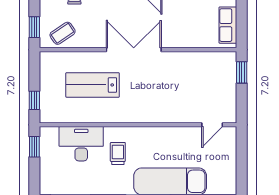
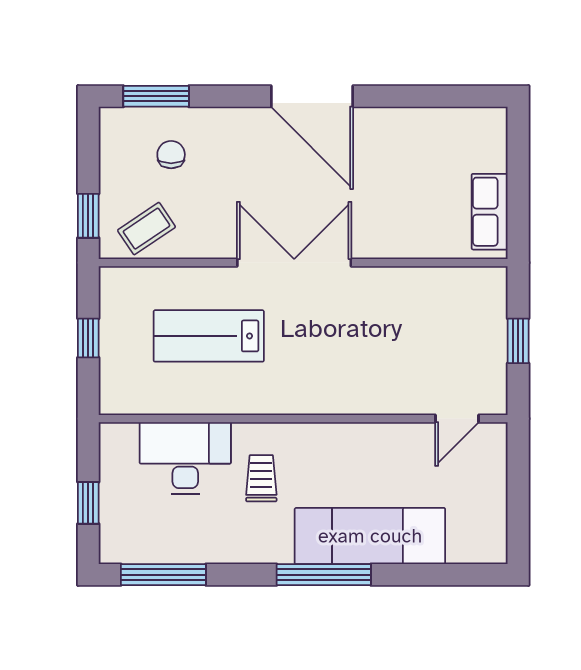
window: (242, 72) -> (518, 341), moved
window: (34, 100) -> (88, 338), moved
window: (34, 147) -> (88, 503), moved

